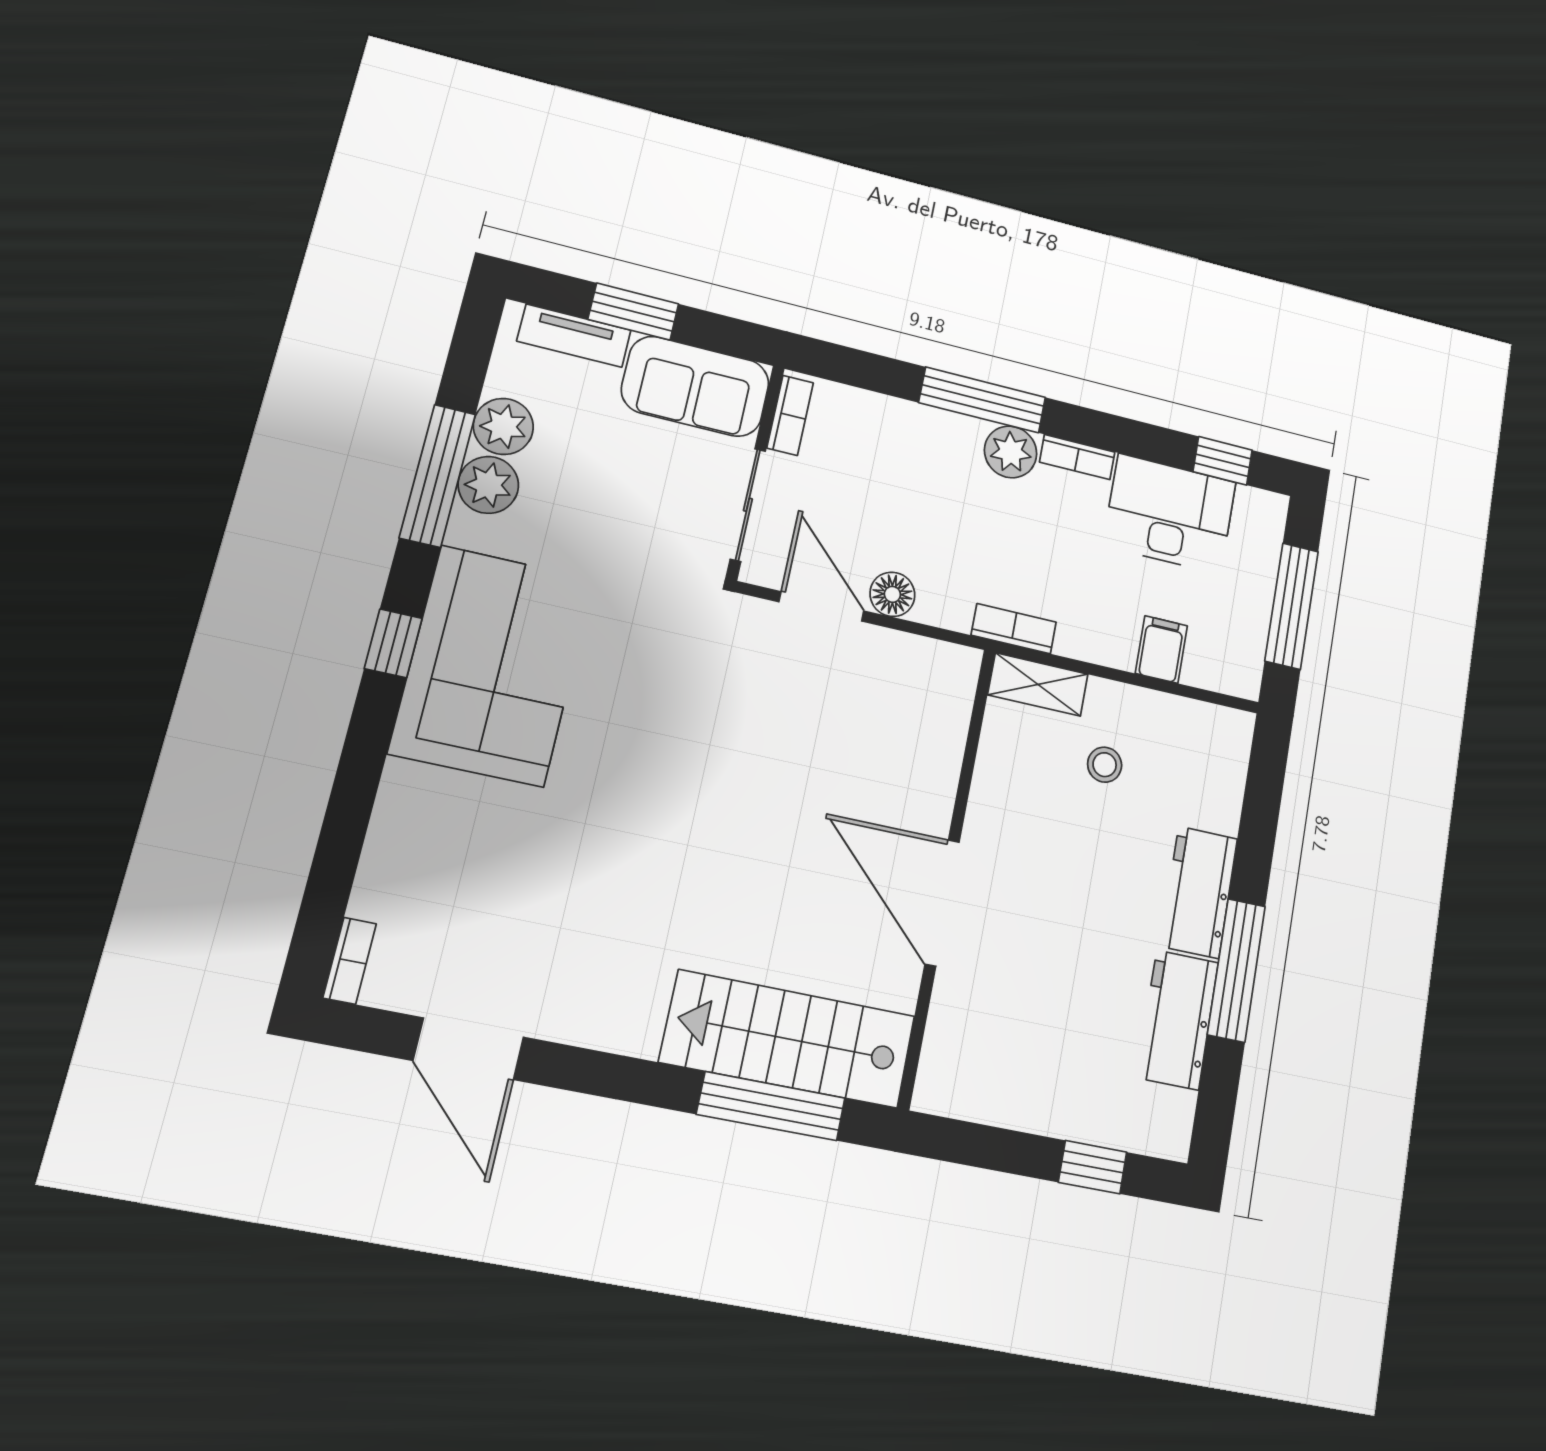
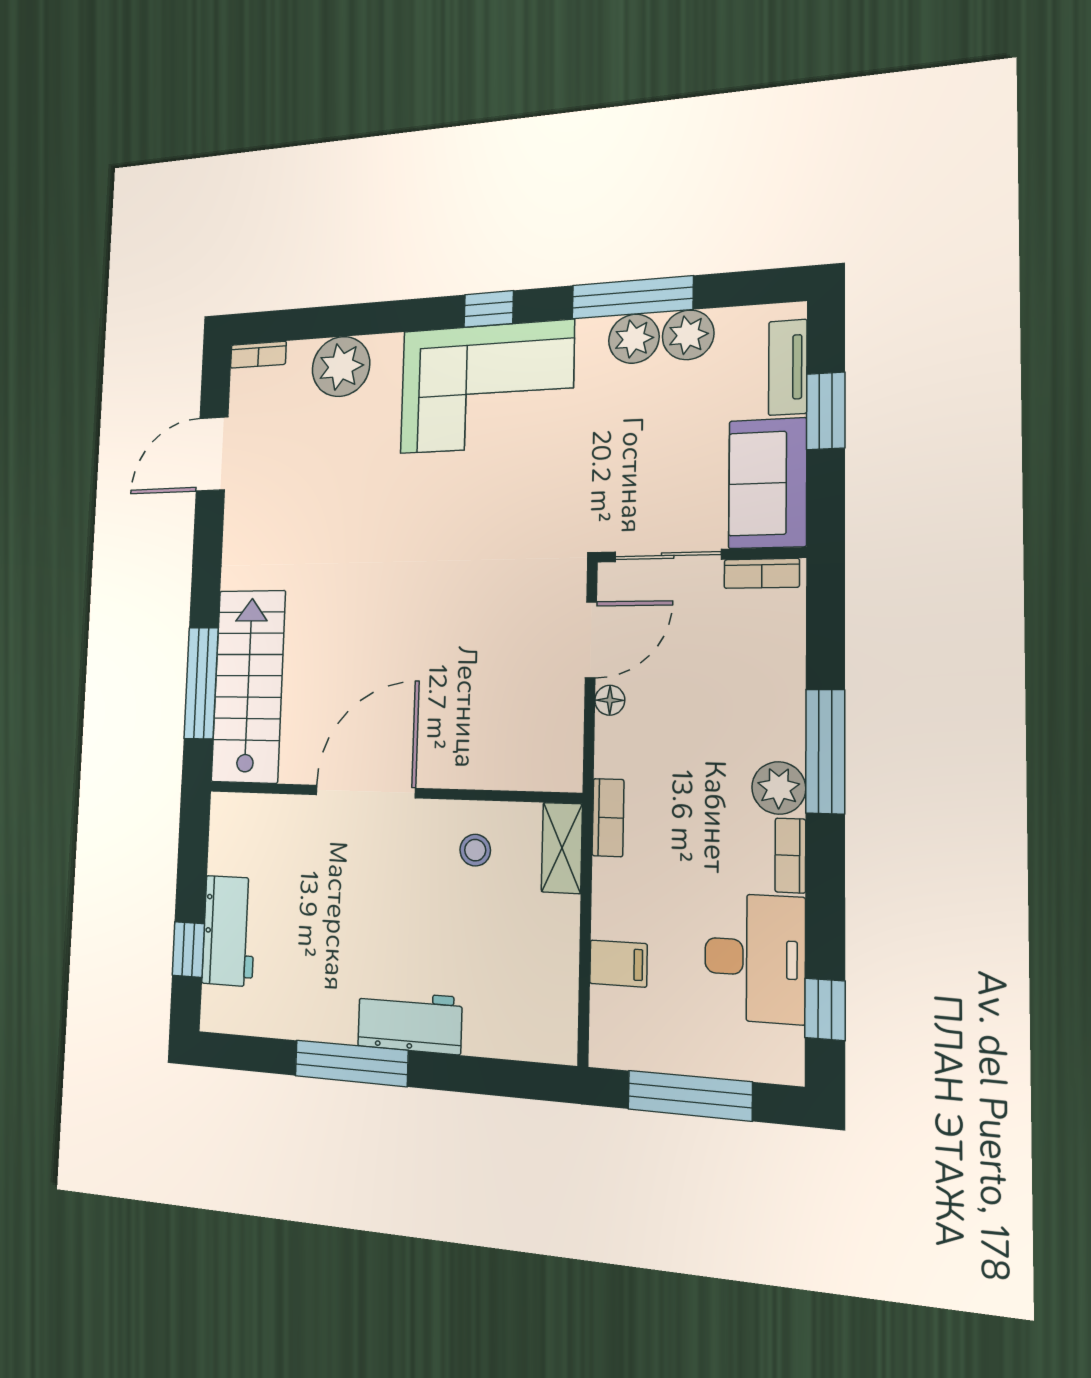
floor lamp: (892, 594) -> (610, 700), width x0.73, depth x0.73
stool: (1105, 765) -> (475, 850), moved
plant: (405, 847) -> (341, 367), added
workbench: (1178, 1020) -> (229, 931), moved, turned 90

